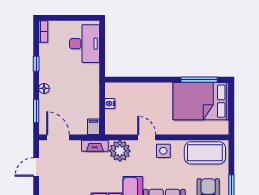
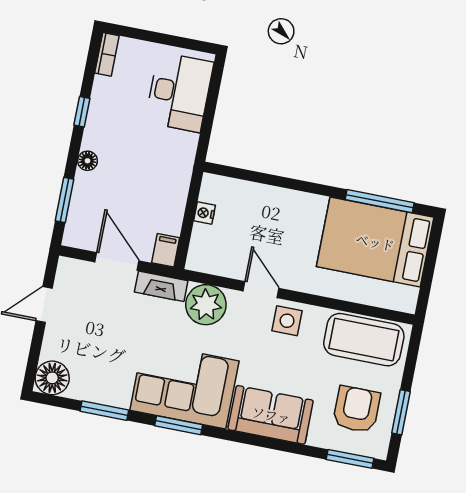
door: (58, 137) -> (117, 261), moved

